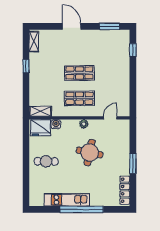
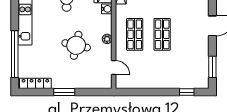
window: (82, 209) -> (15, 54), moved

